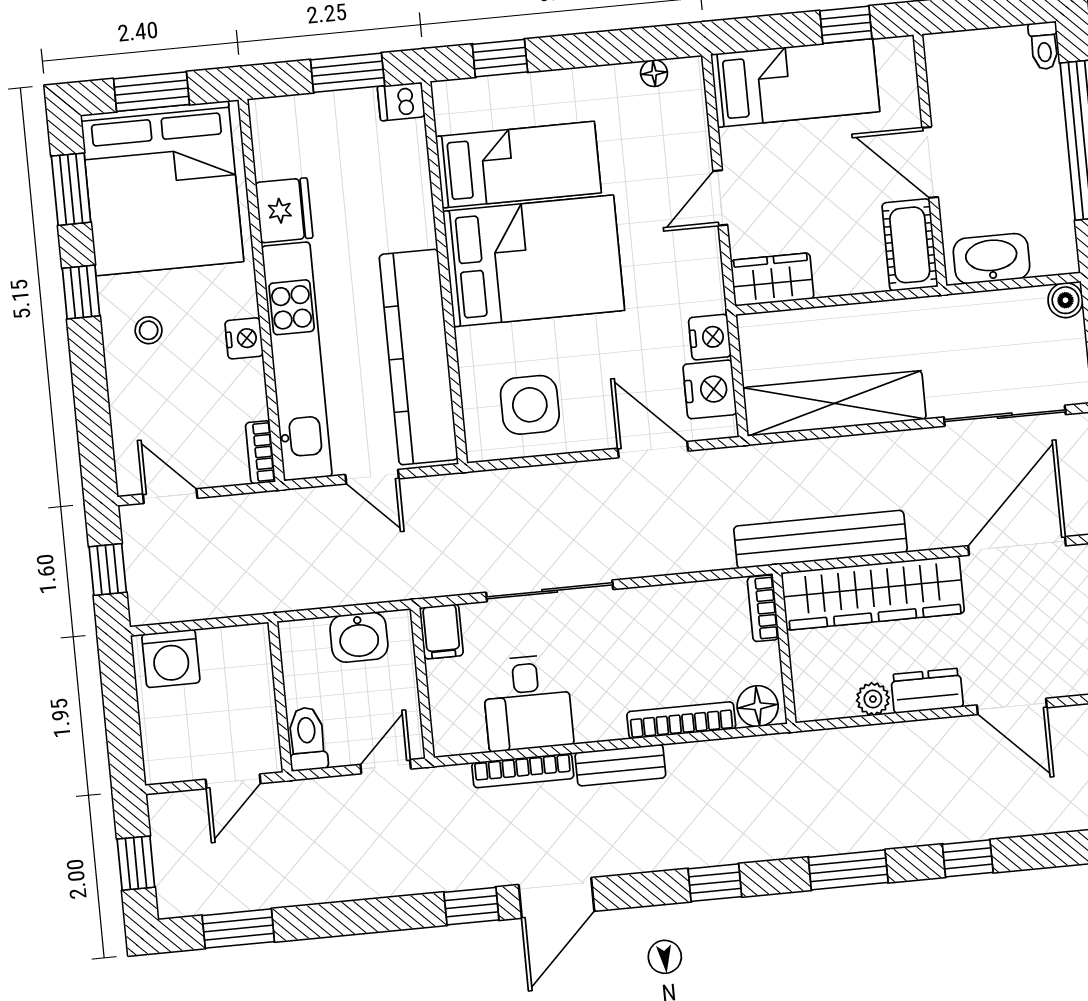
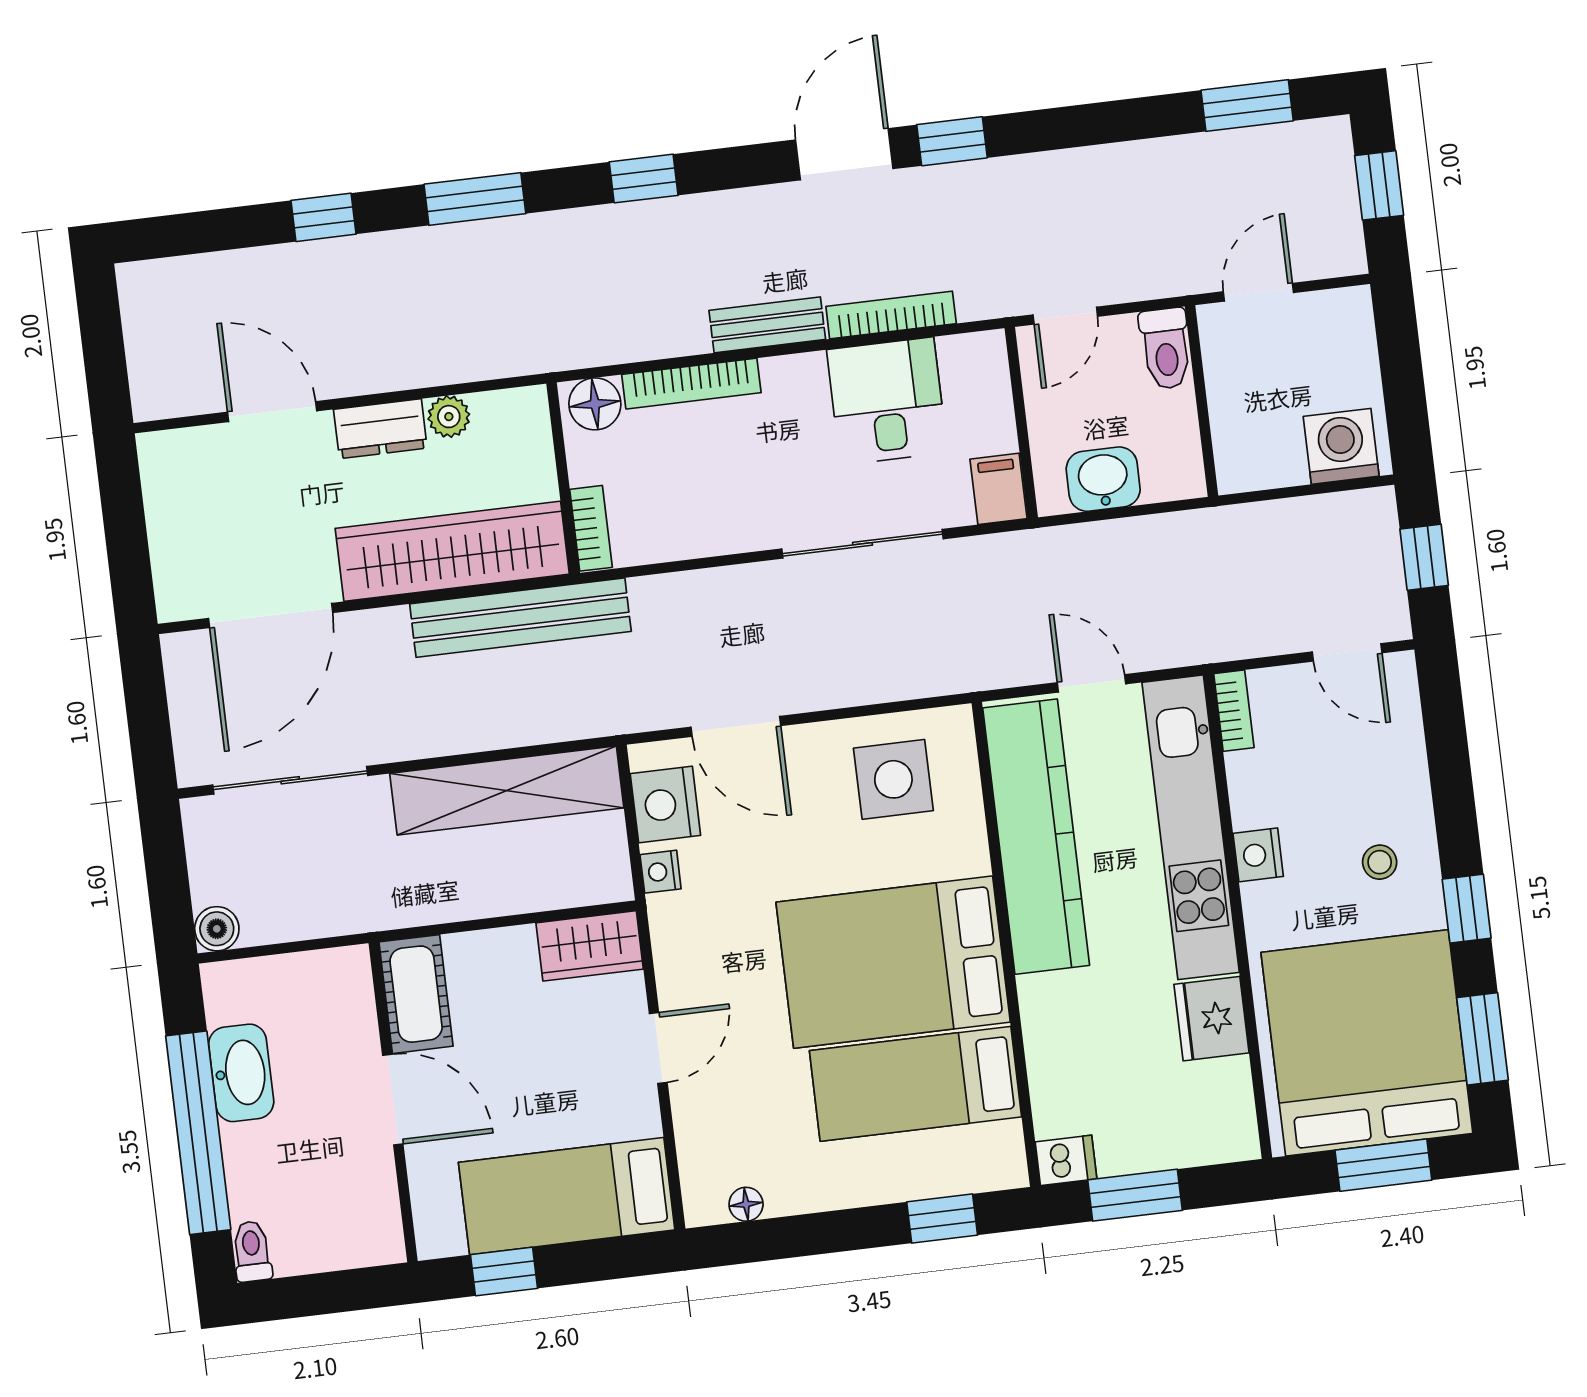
washbasin: (992, 259) -> (241, 1073), moved, turned -90
nightstand: (710, 337) -> (661, 872), width x0.72, depth x0.74

